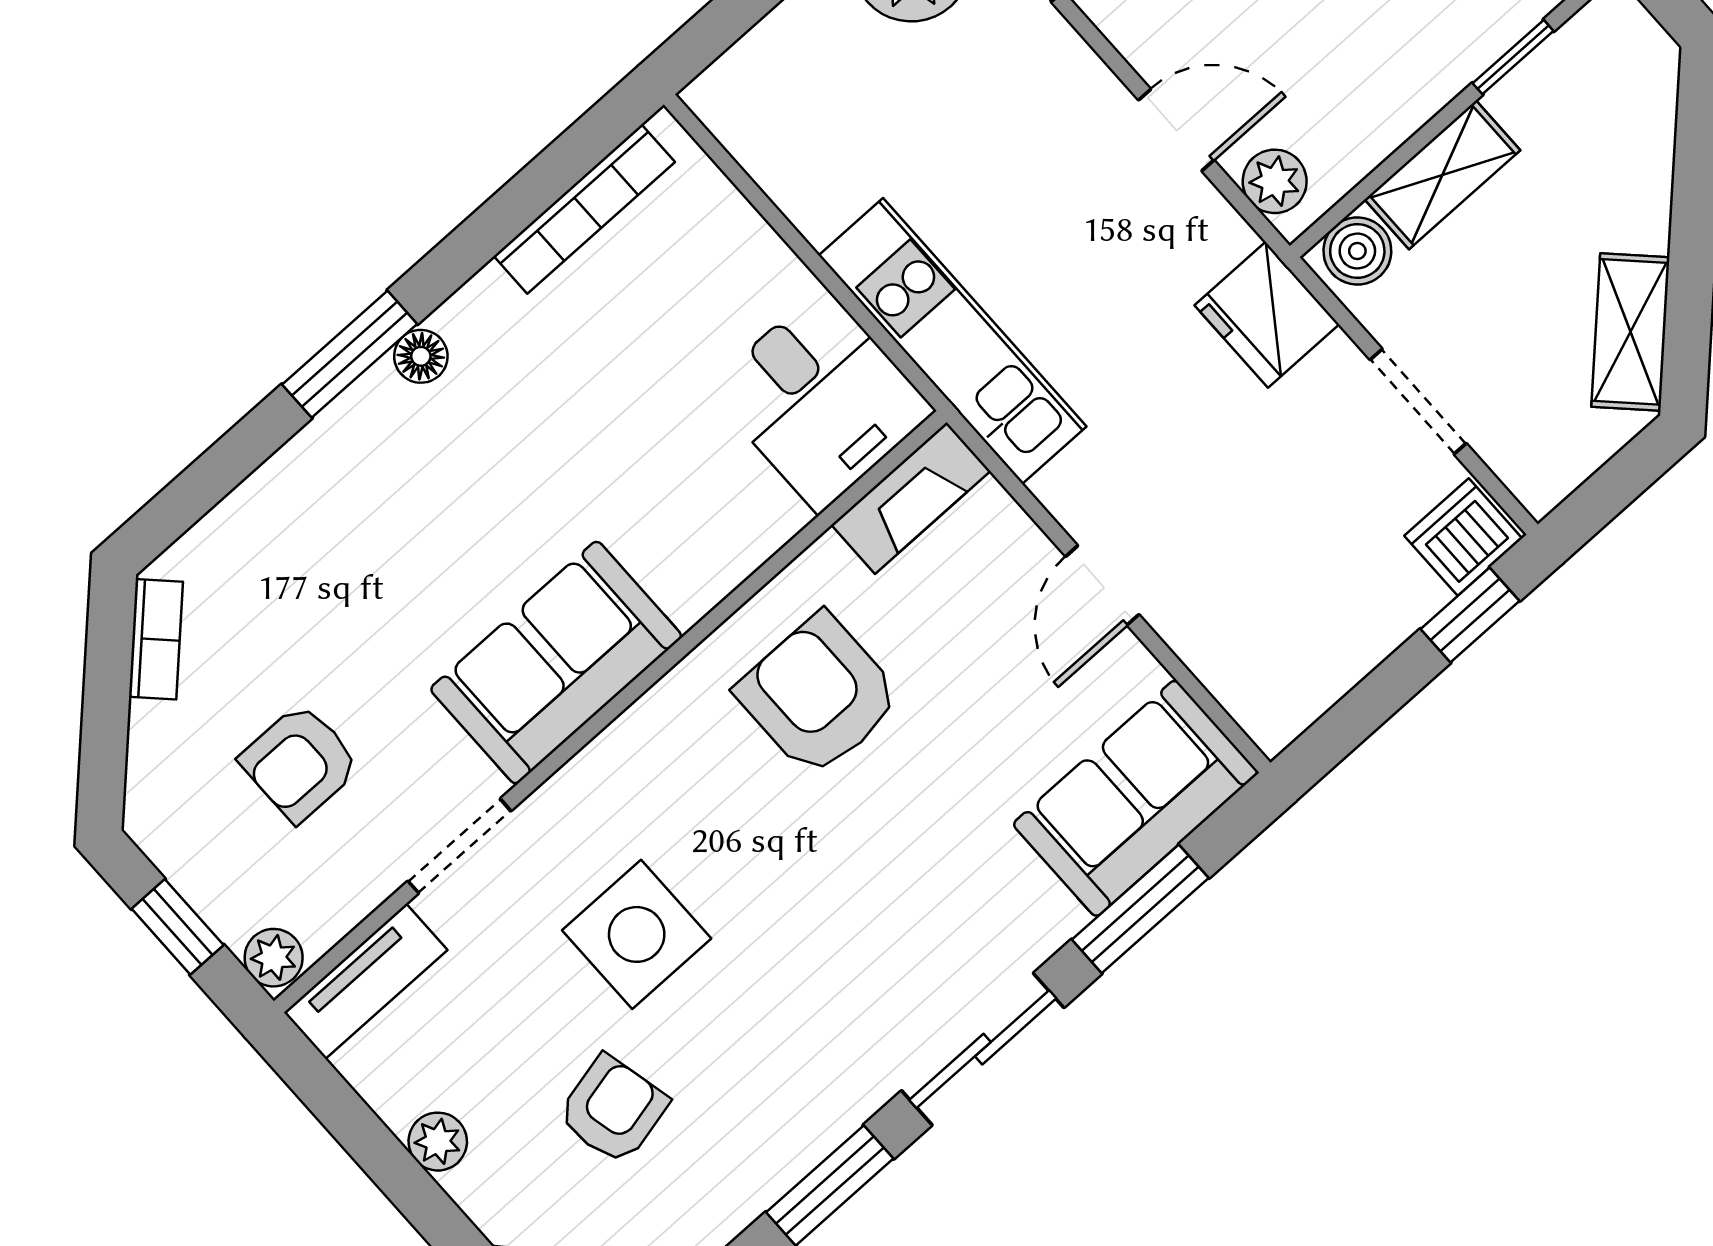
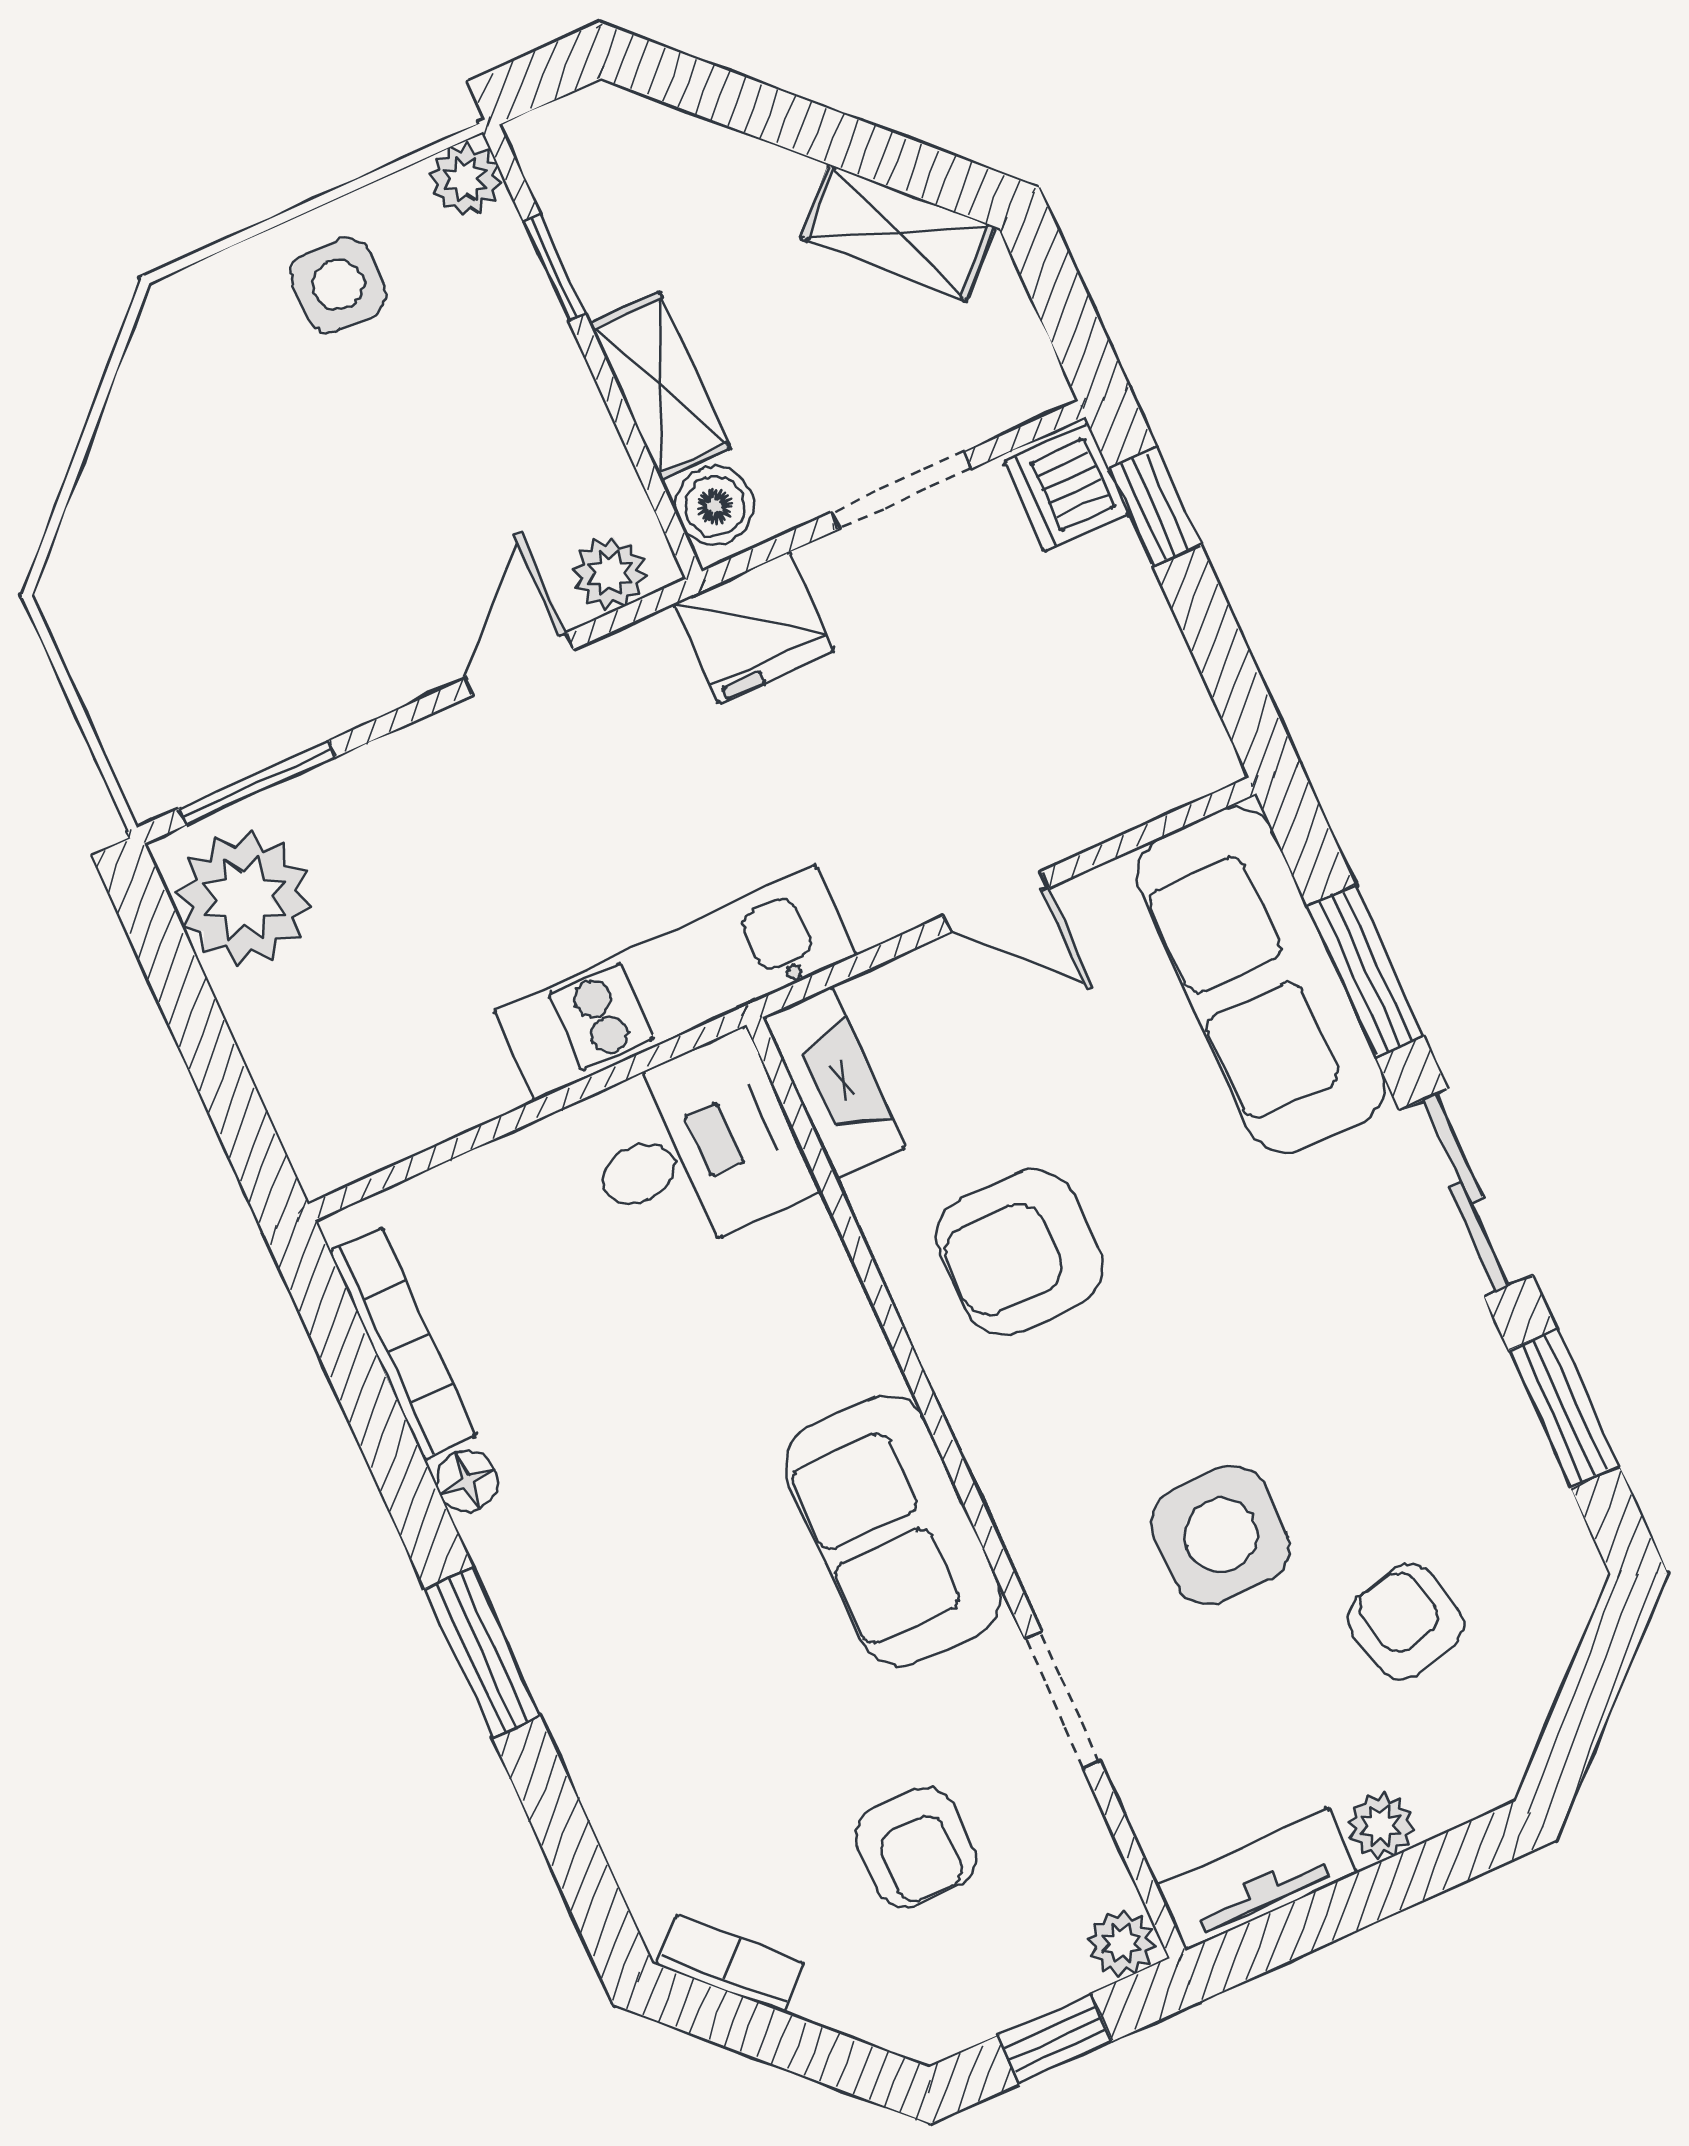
floor lamp: (421, 356) -> (467, 1481), moved
sofa: (1135, 798) -> (1261, 980), width x1.36
tv unit: (366, 981) -> (1257, 1879), moved, turned -90

